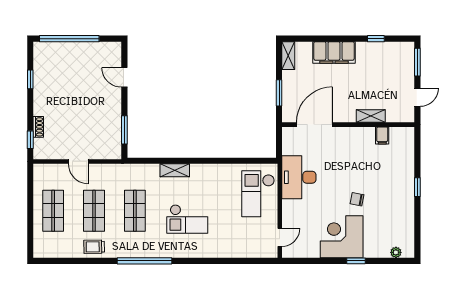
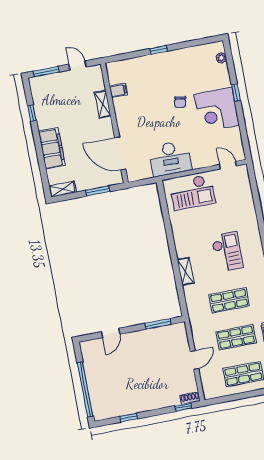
shoe rack: (38, 127) -> (190, 398), moved

